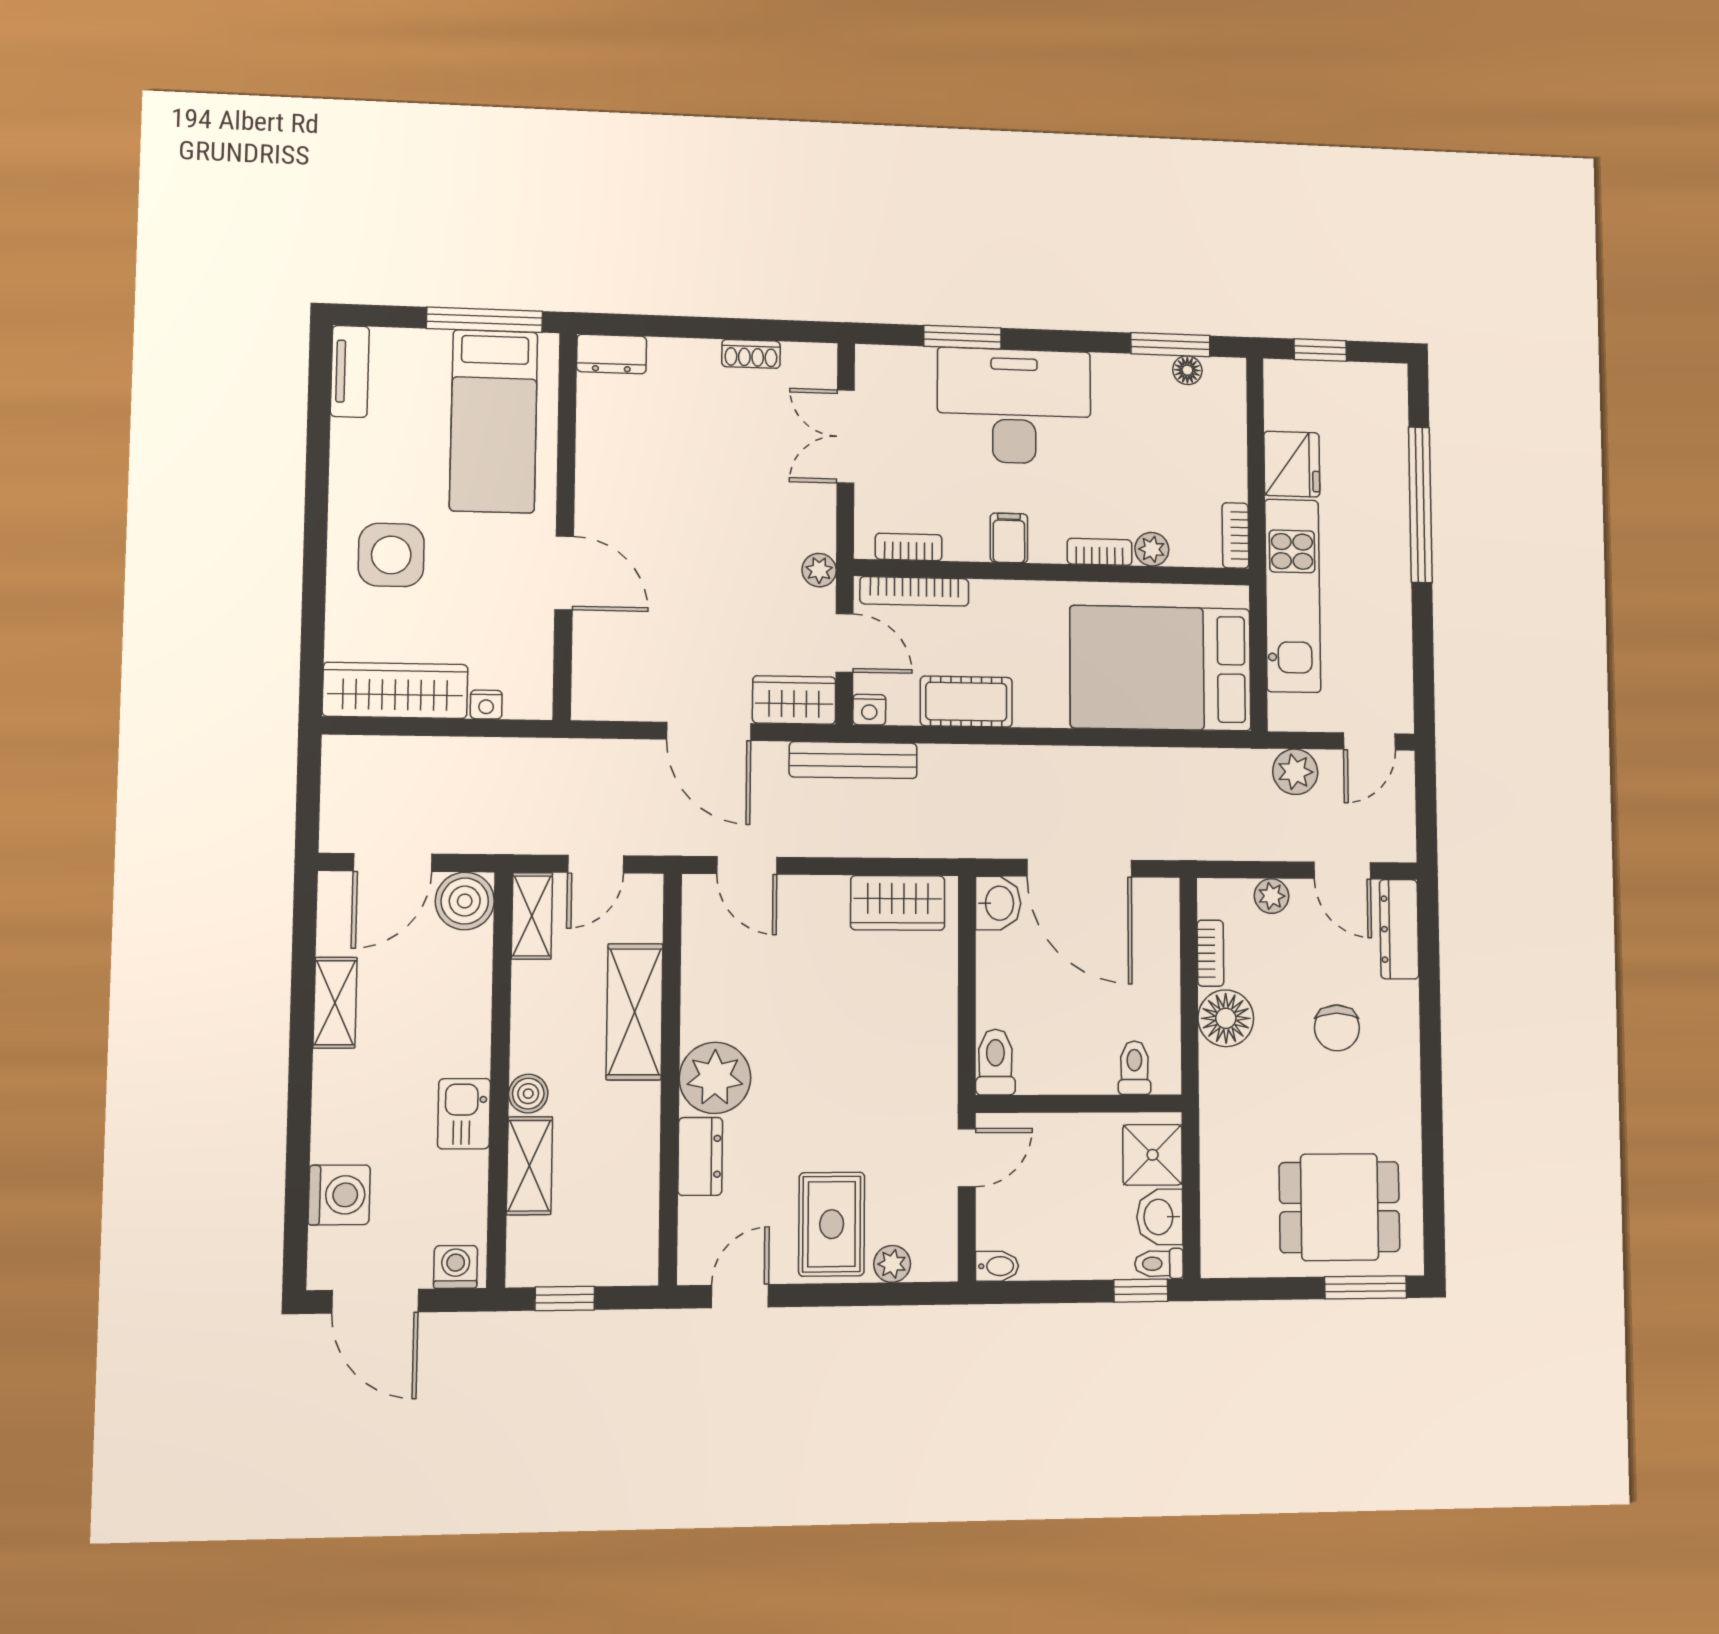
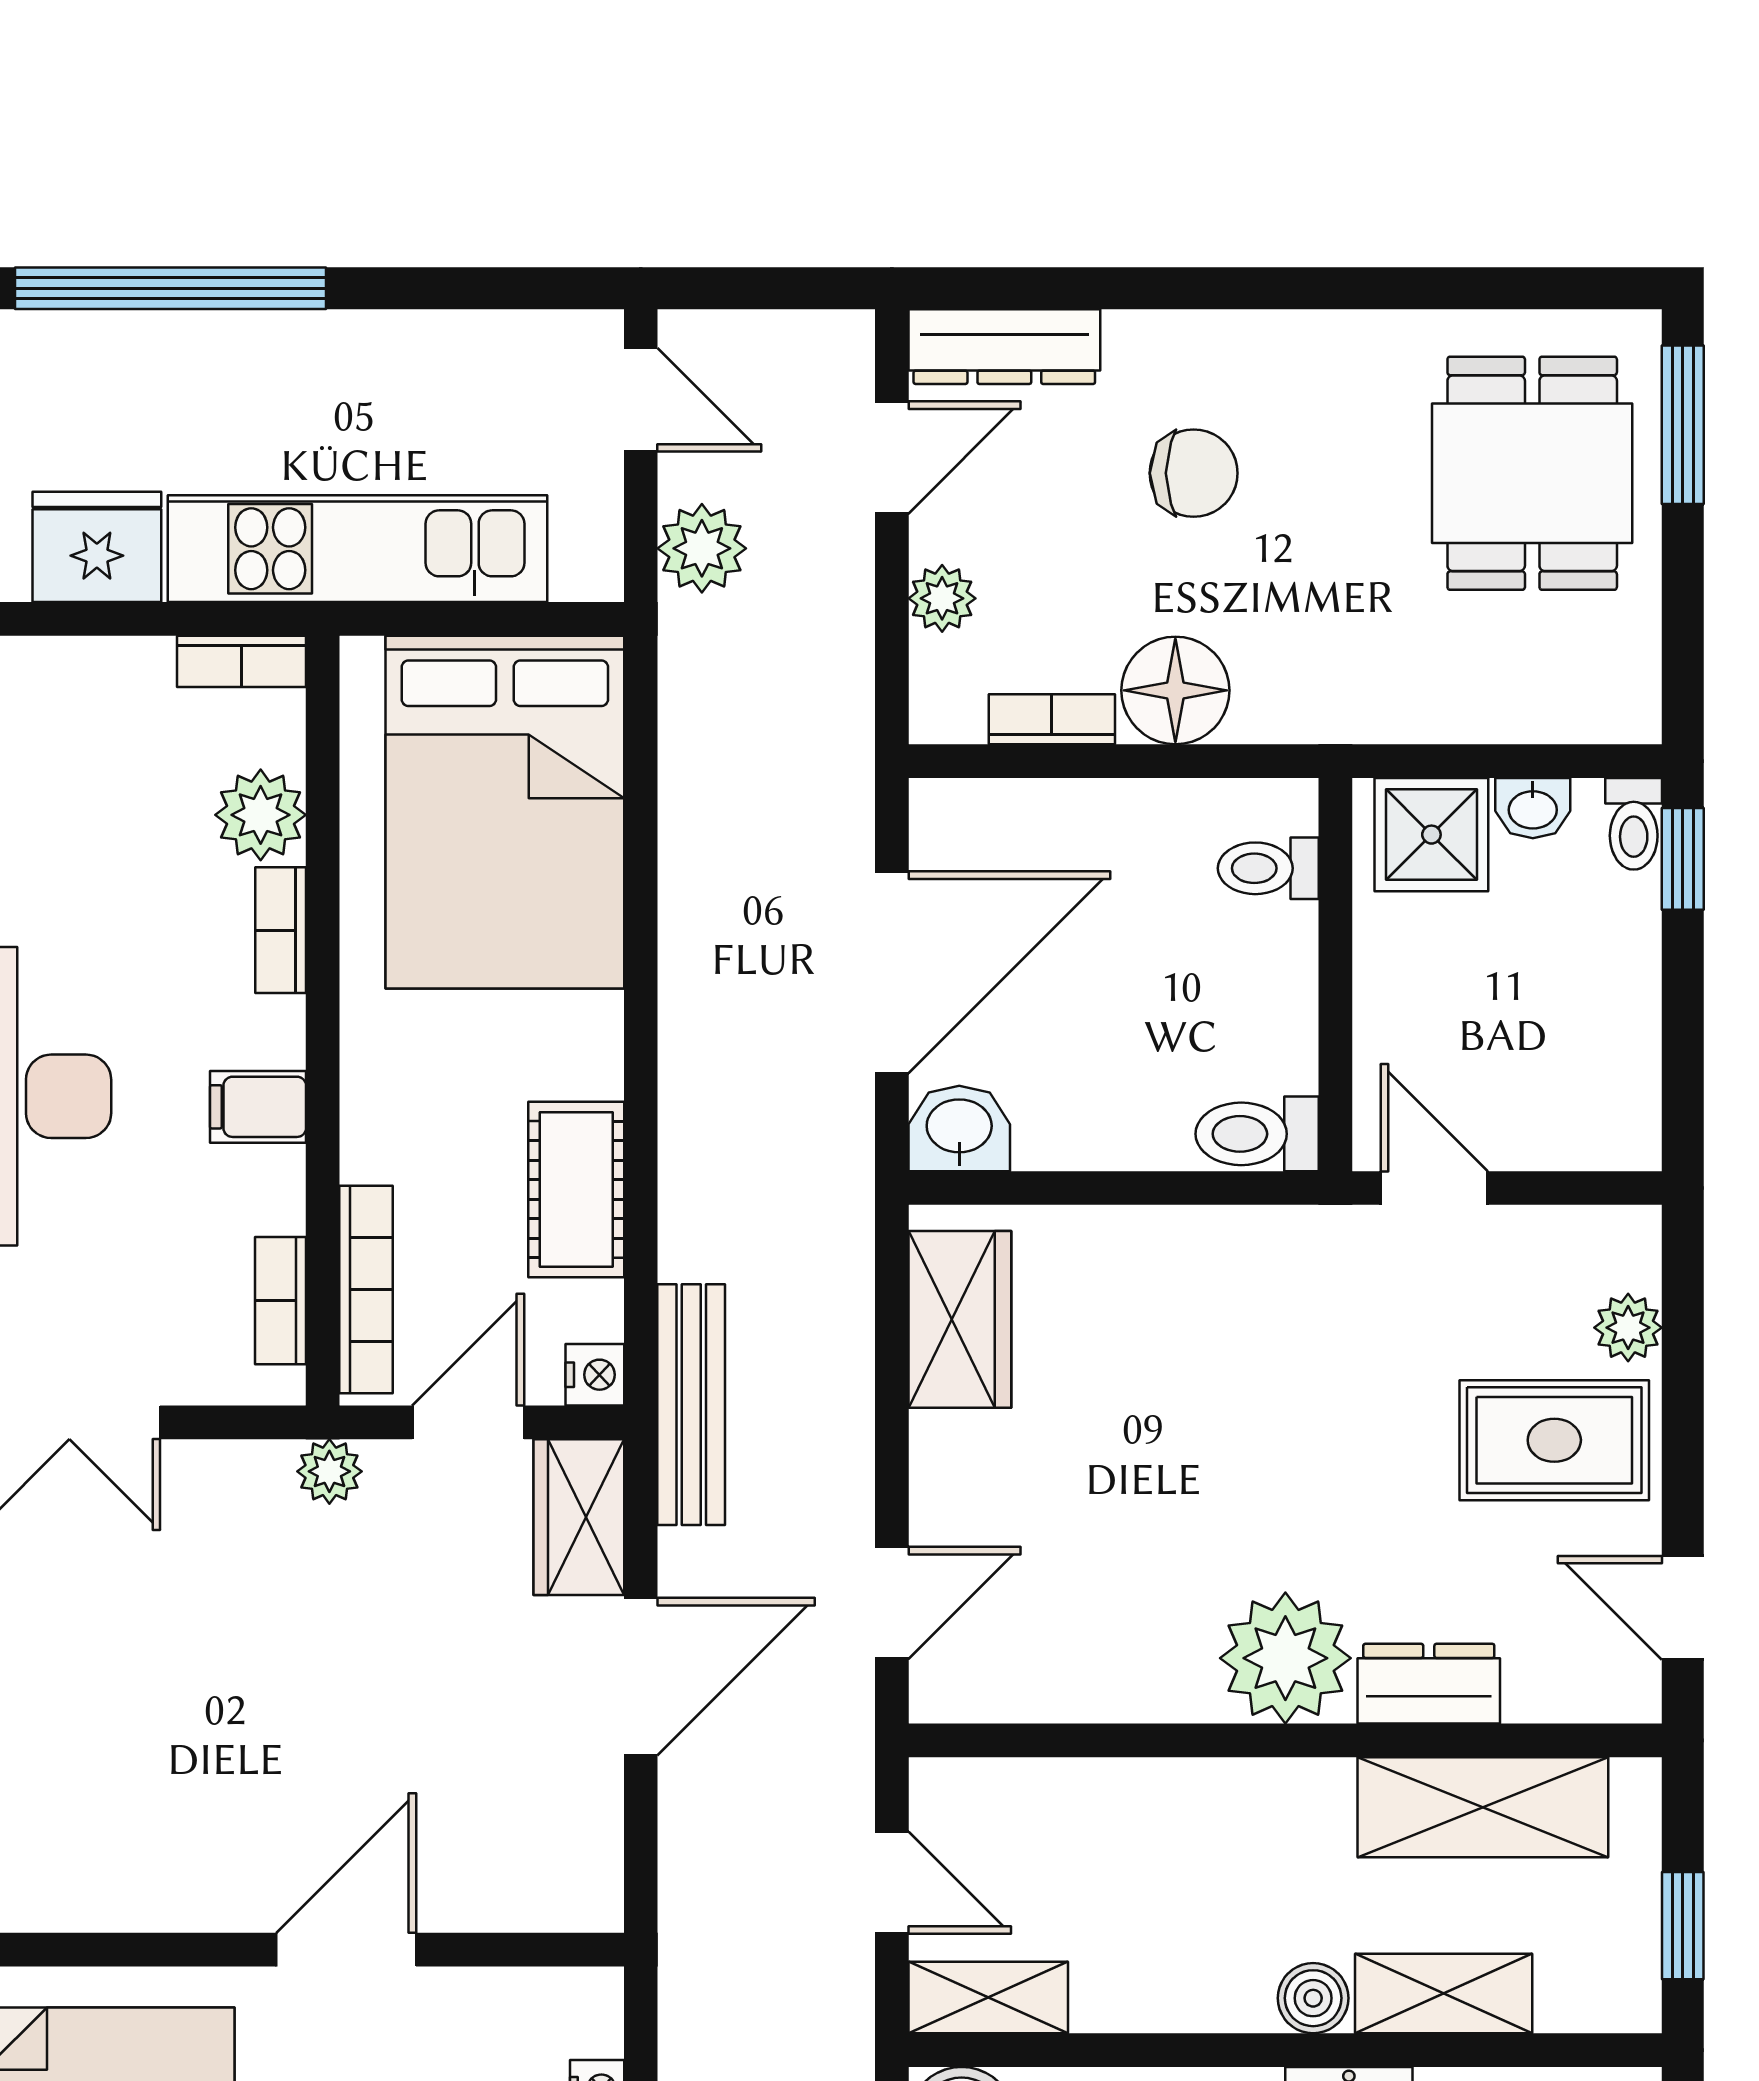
plant: (1152, 549) -> (261, 815), width x1.38, depth x1.38
shelving: (635, 1012) -> (1483, 1807), moved
washbasin: (1160, 1217) -> (1533, 808), width x0.72, depth x0.69
bidet: (997, 1266) -> (1635, 1131), removed

